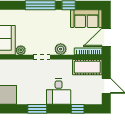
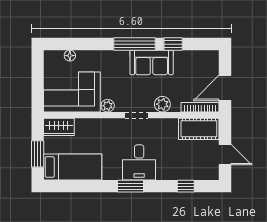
sofa: (86, 19) -> (152, 62), moved
desk: (59, 92) -> (139, 162), moved

